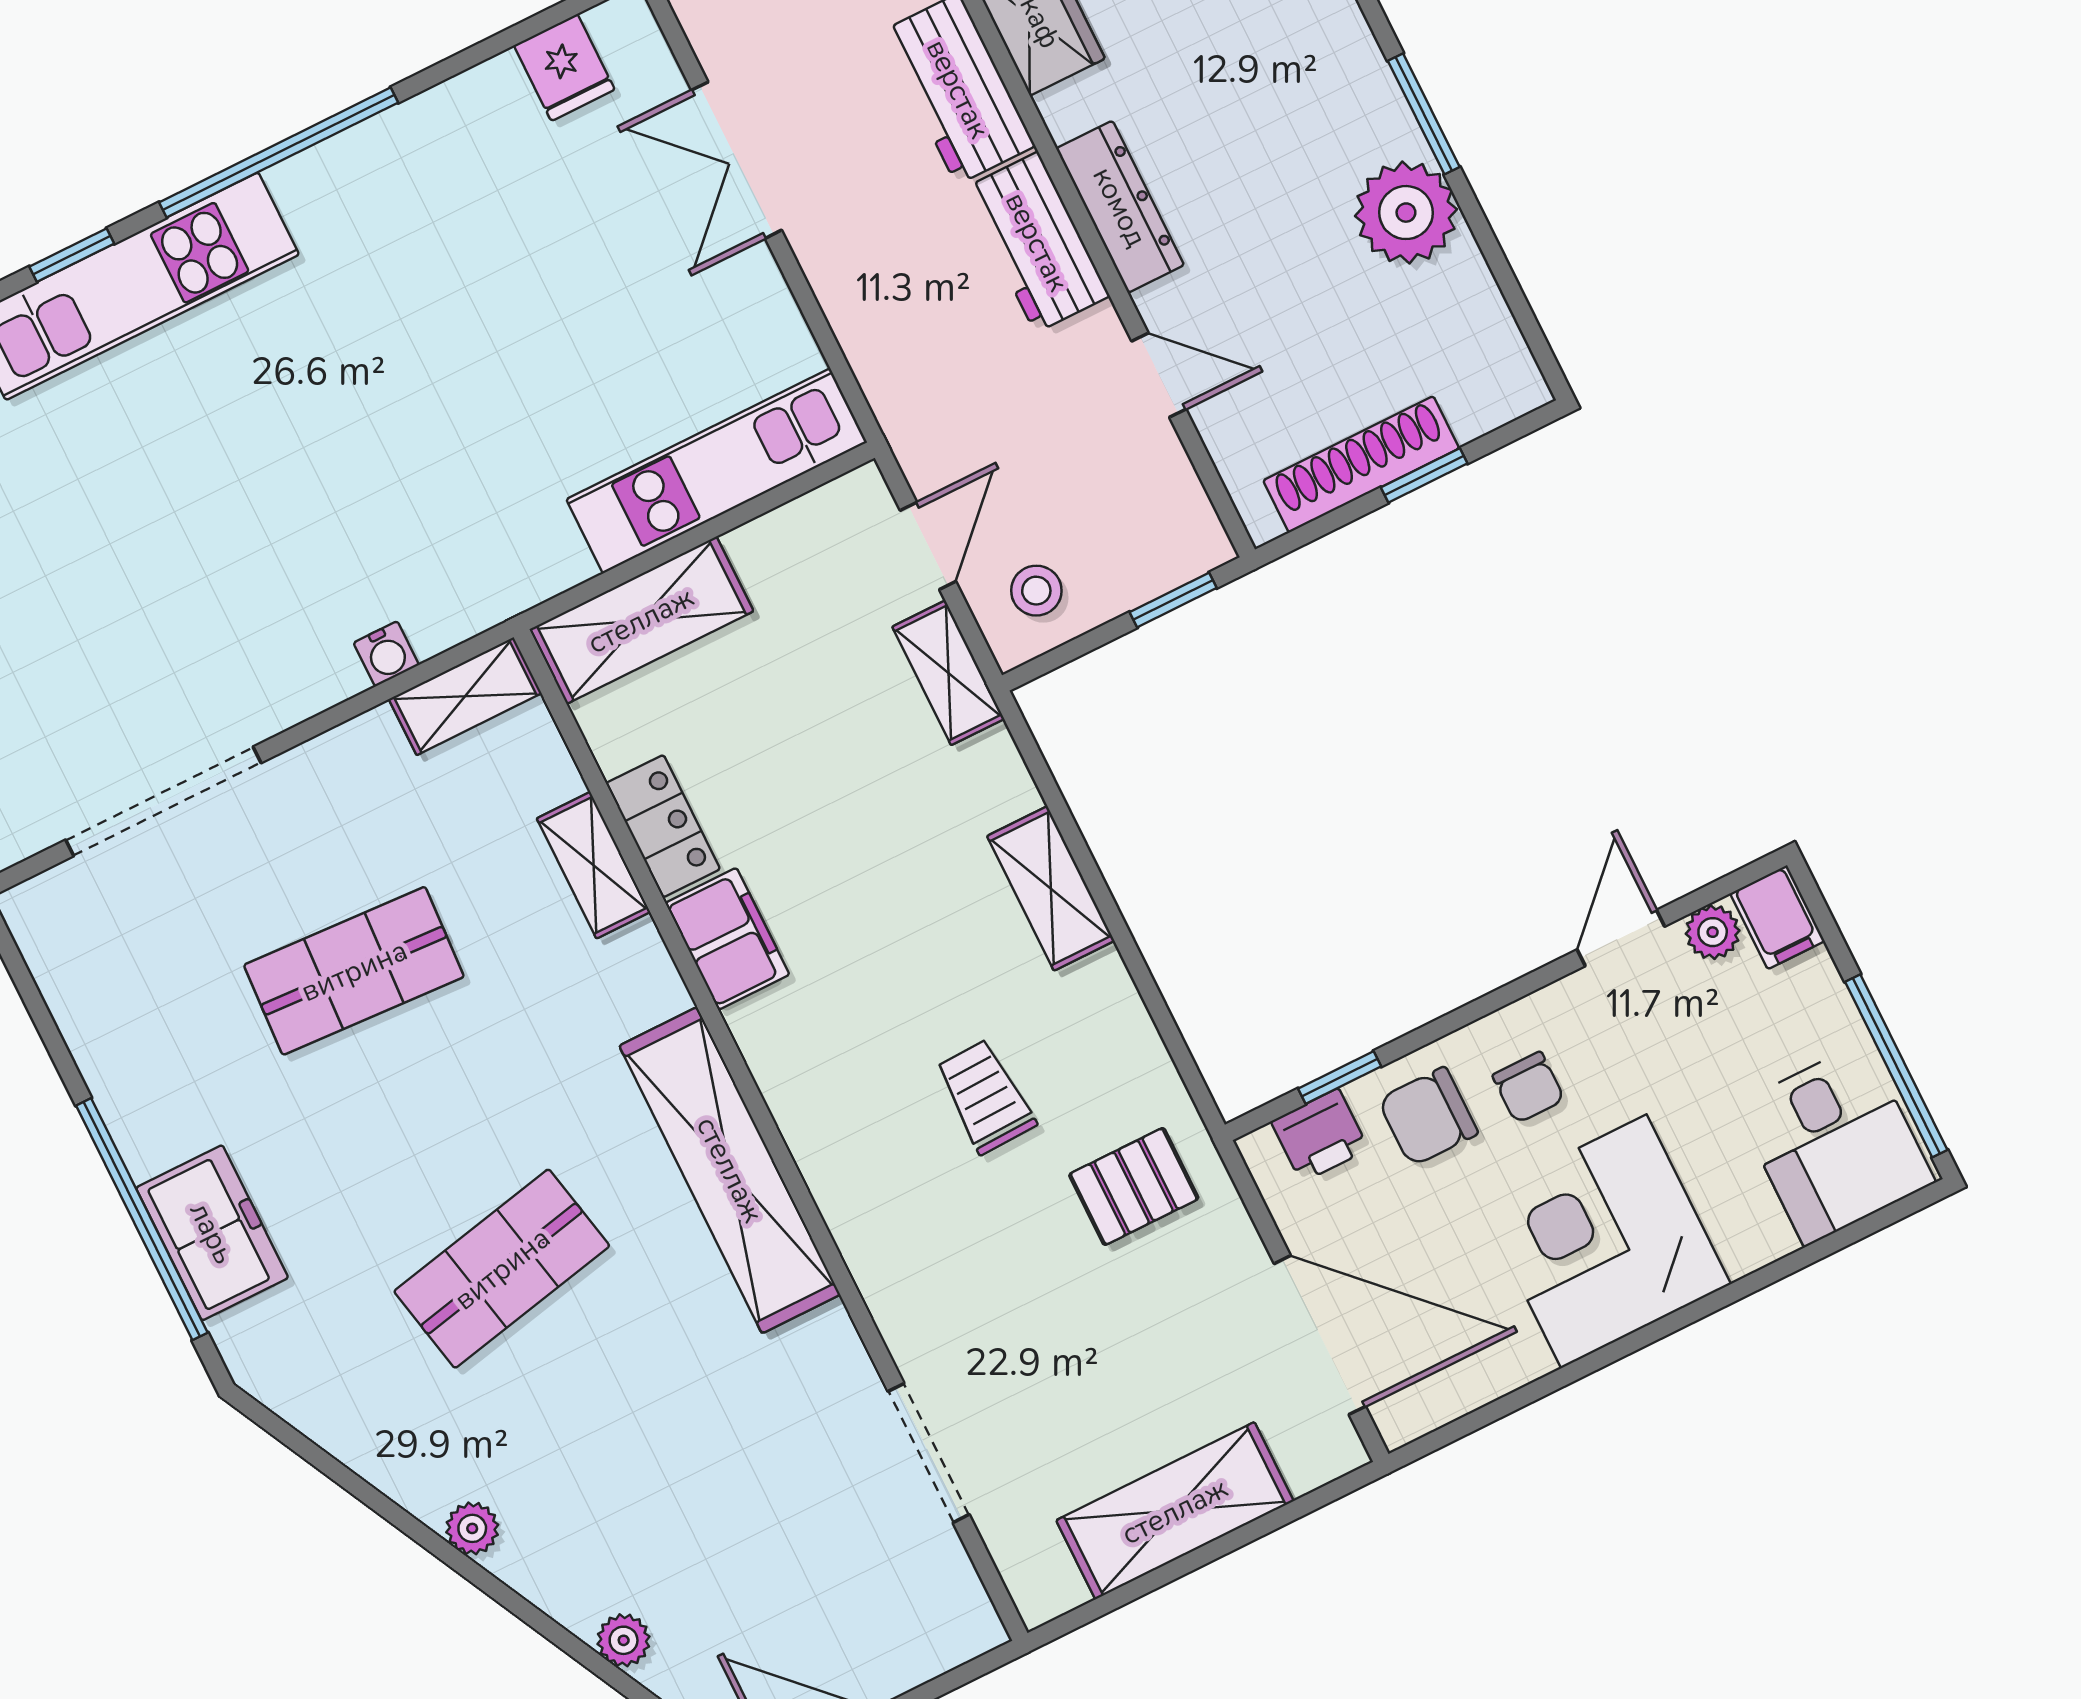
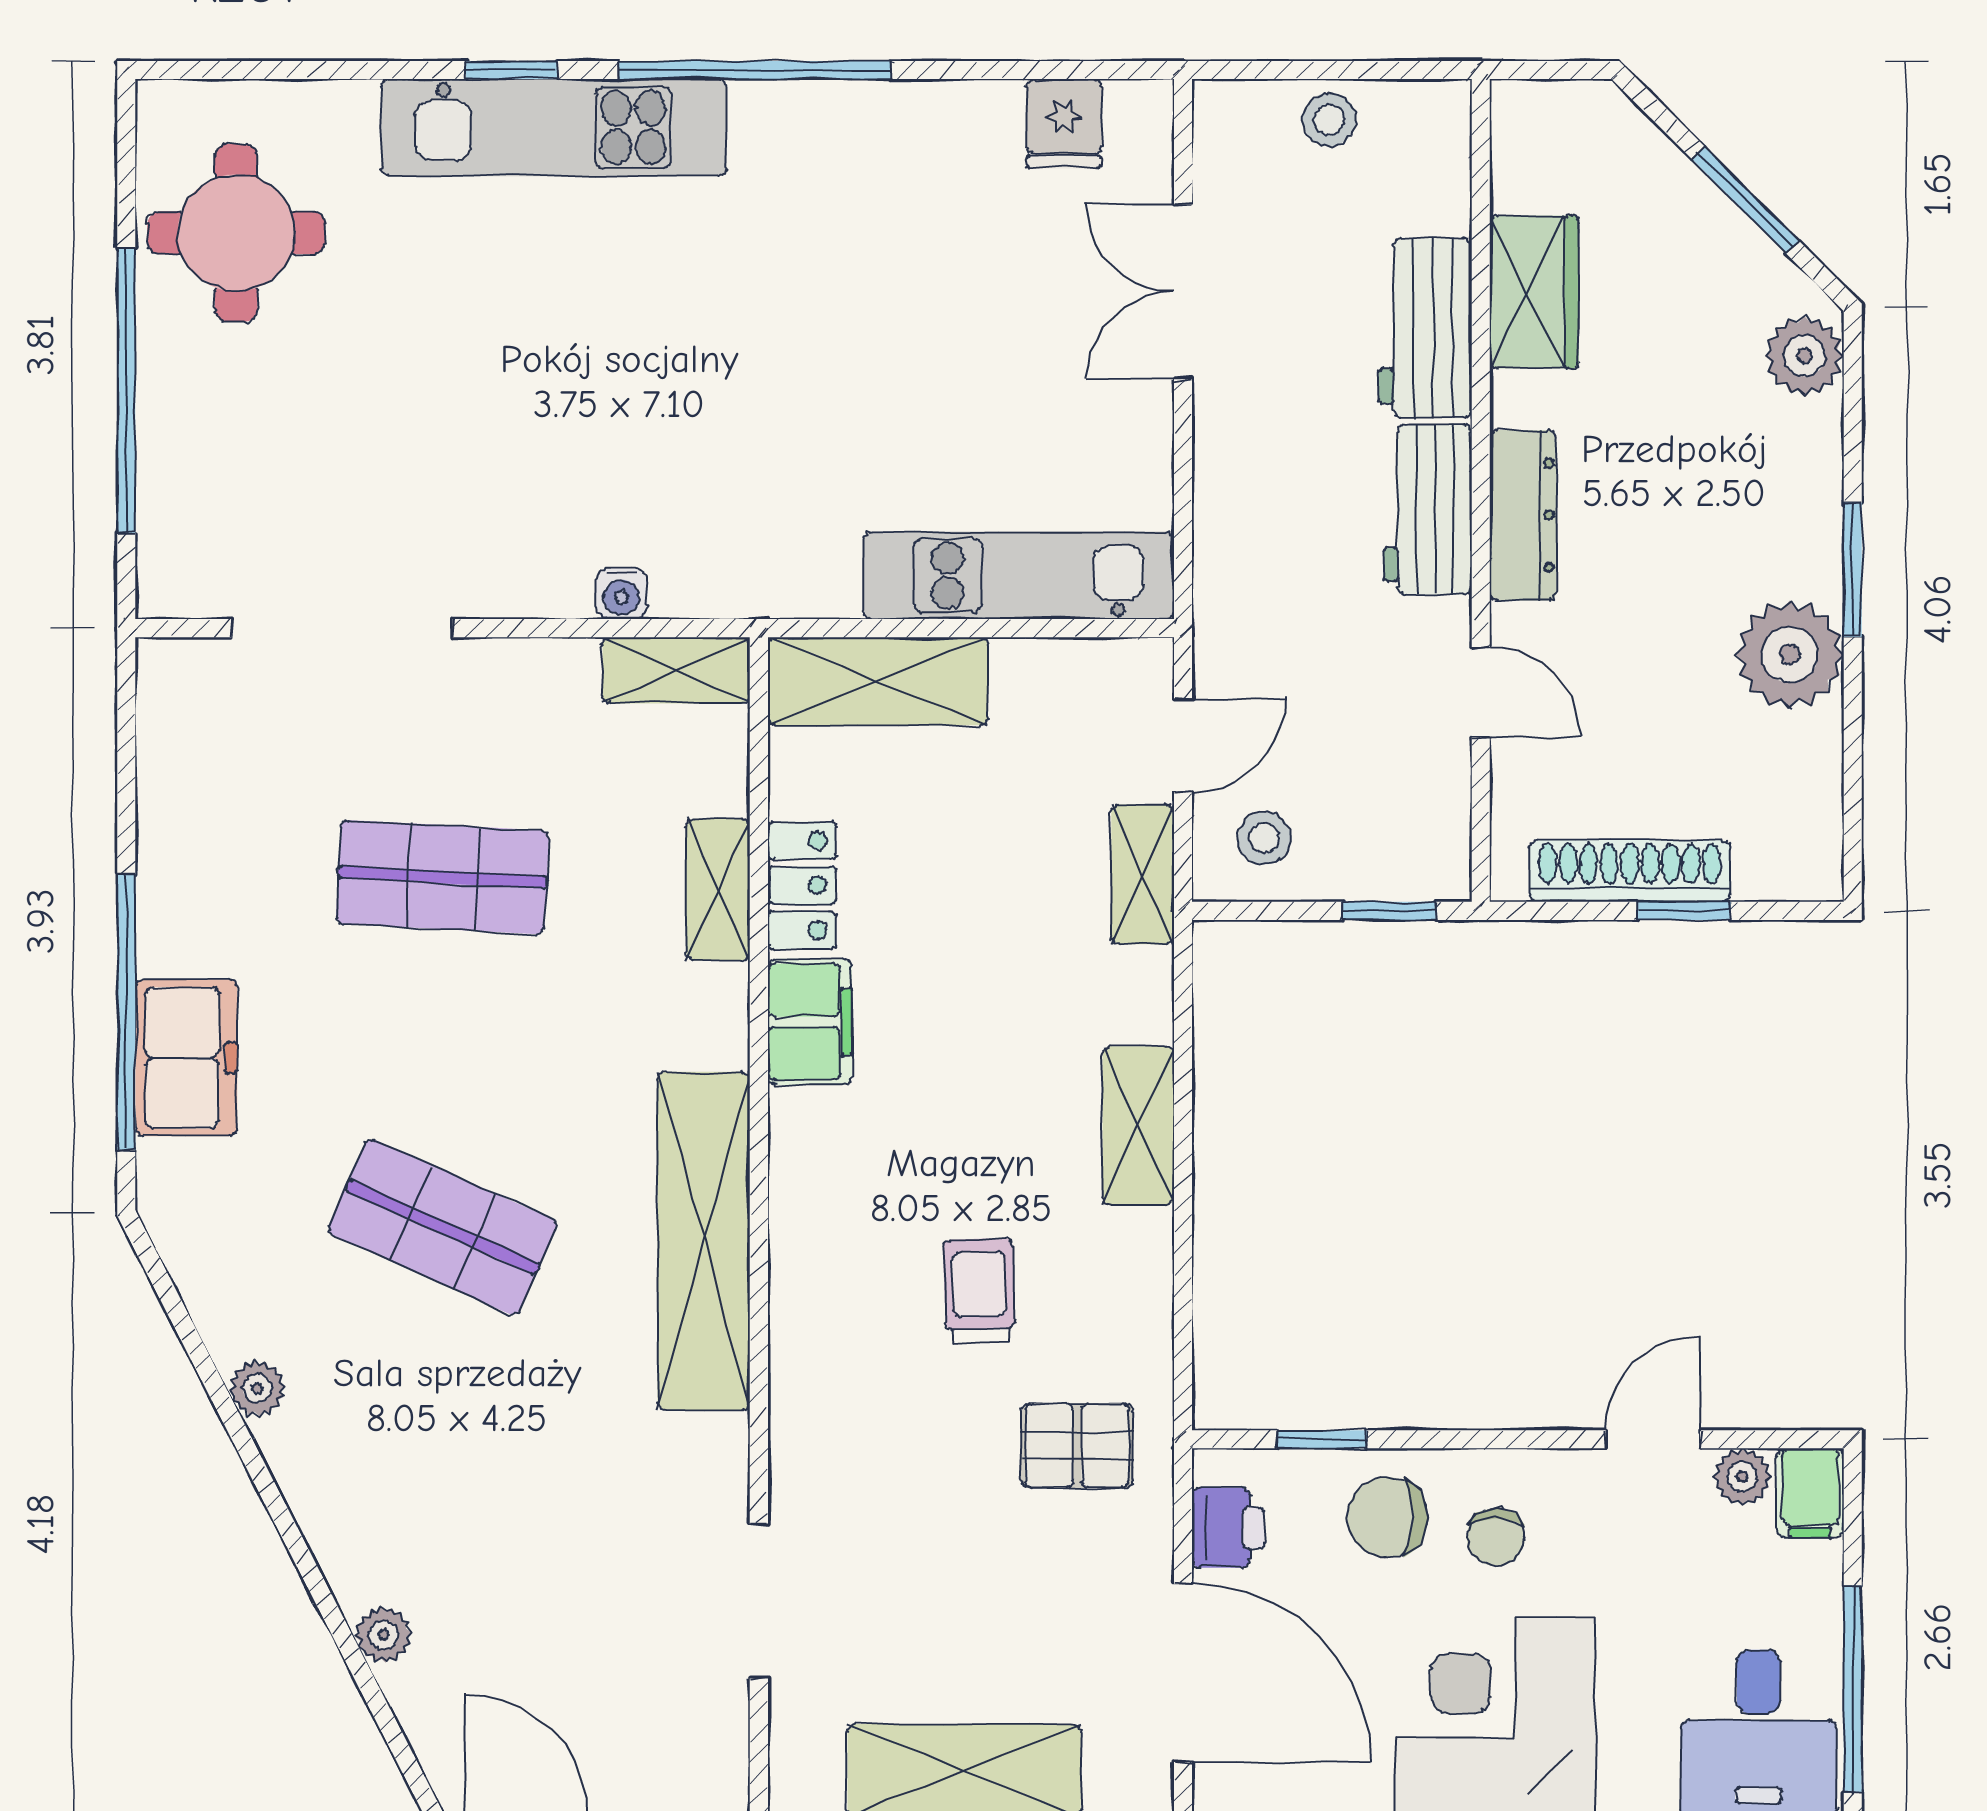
printer: (1320, 1135) -> (1228, 1528), moved, turned -90
shop shelf: (502, 1269) -> (443, 1227), turned 36
plant: (472, 1528) -> (257, 1388), moved

